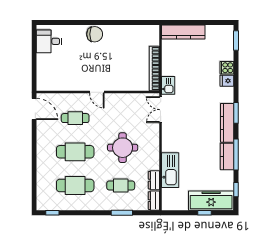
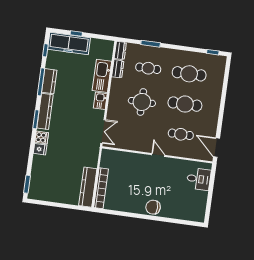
kitchen counter: (183, 32) -> (88, 187), moved, turned -90
desk: (49, 41) -> (199, 179), moved
cooker: (227, 68) -> (42, 138), moved
bookcase: (154, 69) -> (101, 188), moved
kitchen sink: (168, 85) -> (100, 101), moved

